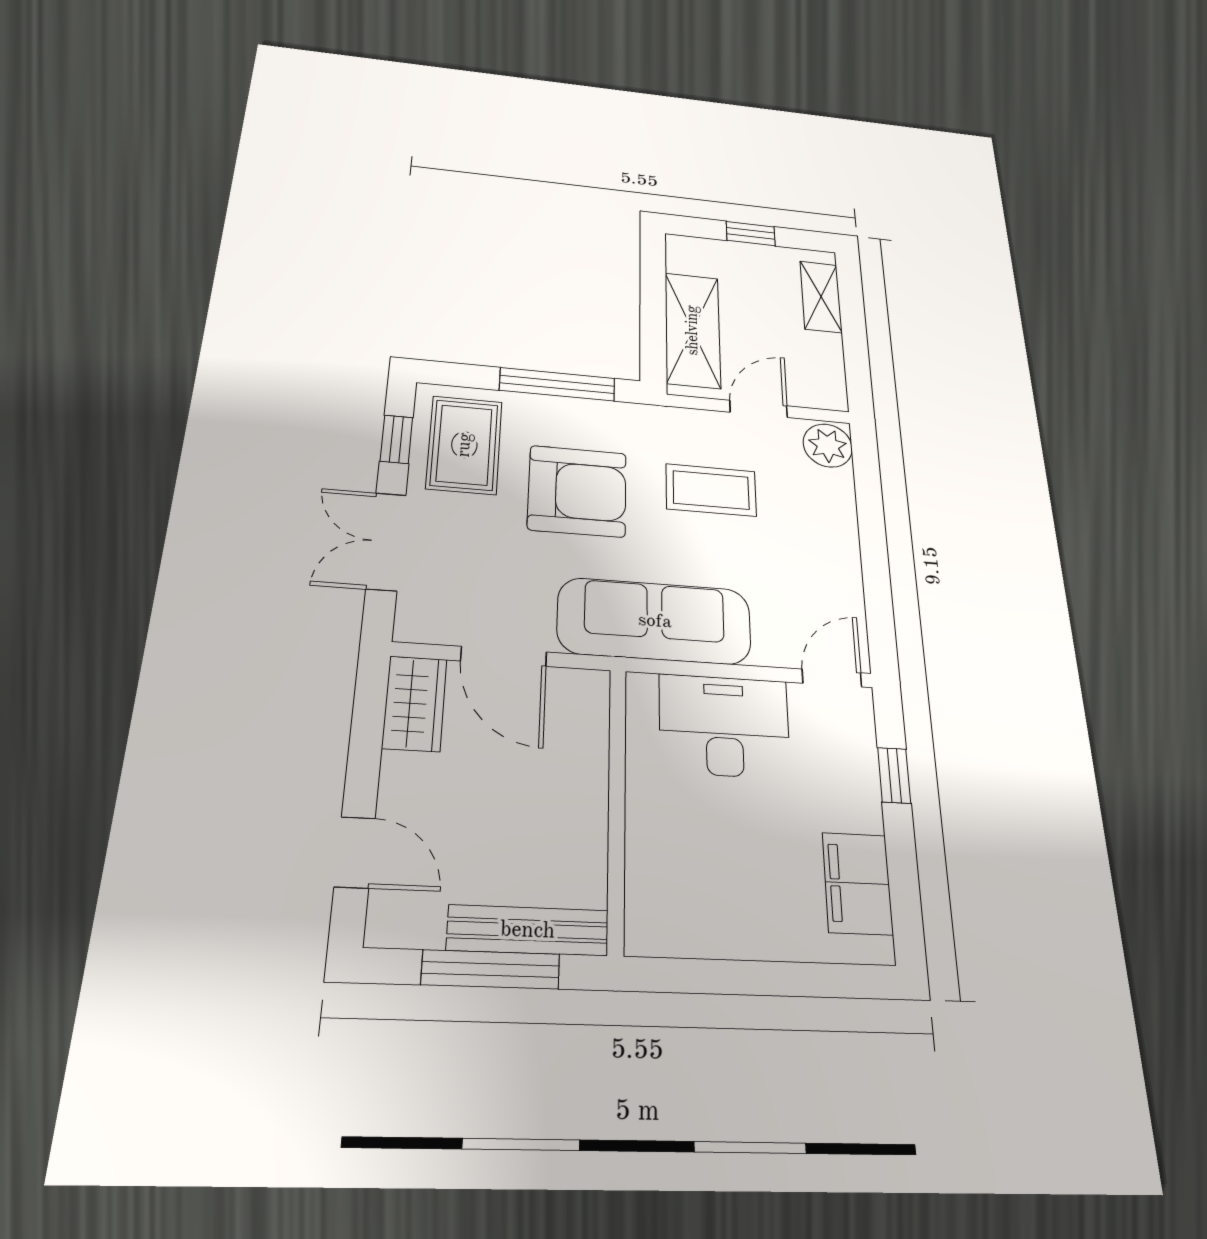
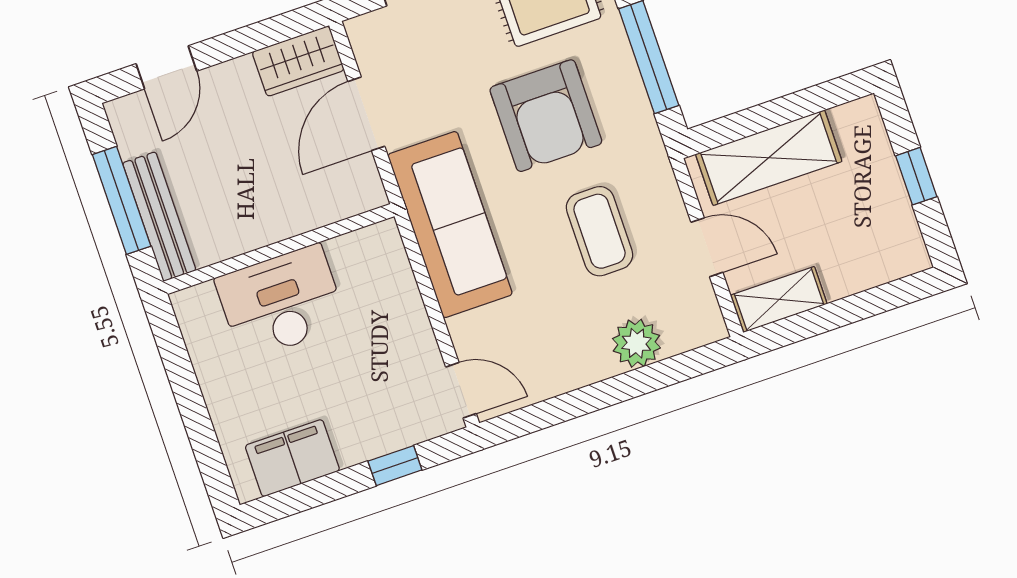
shelving: (821, 297) -> (779, 299), moved
plant: (828, 445) -> (636, 343), moved
desk: (724, 726) -> (281, 302), moved, turned -90

